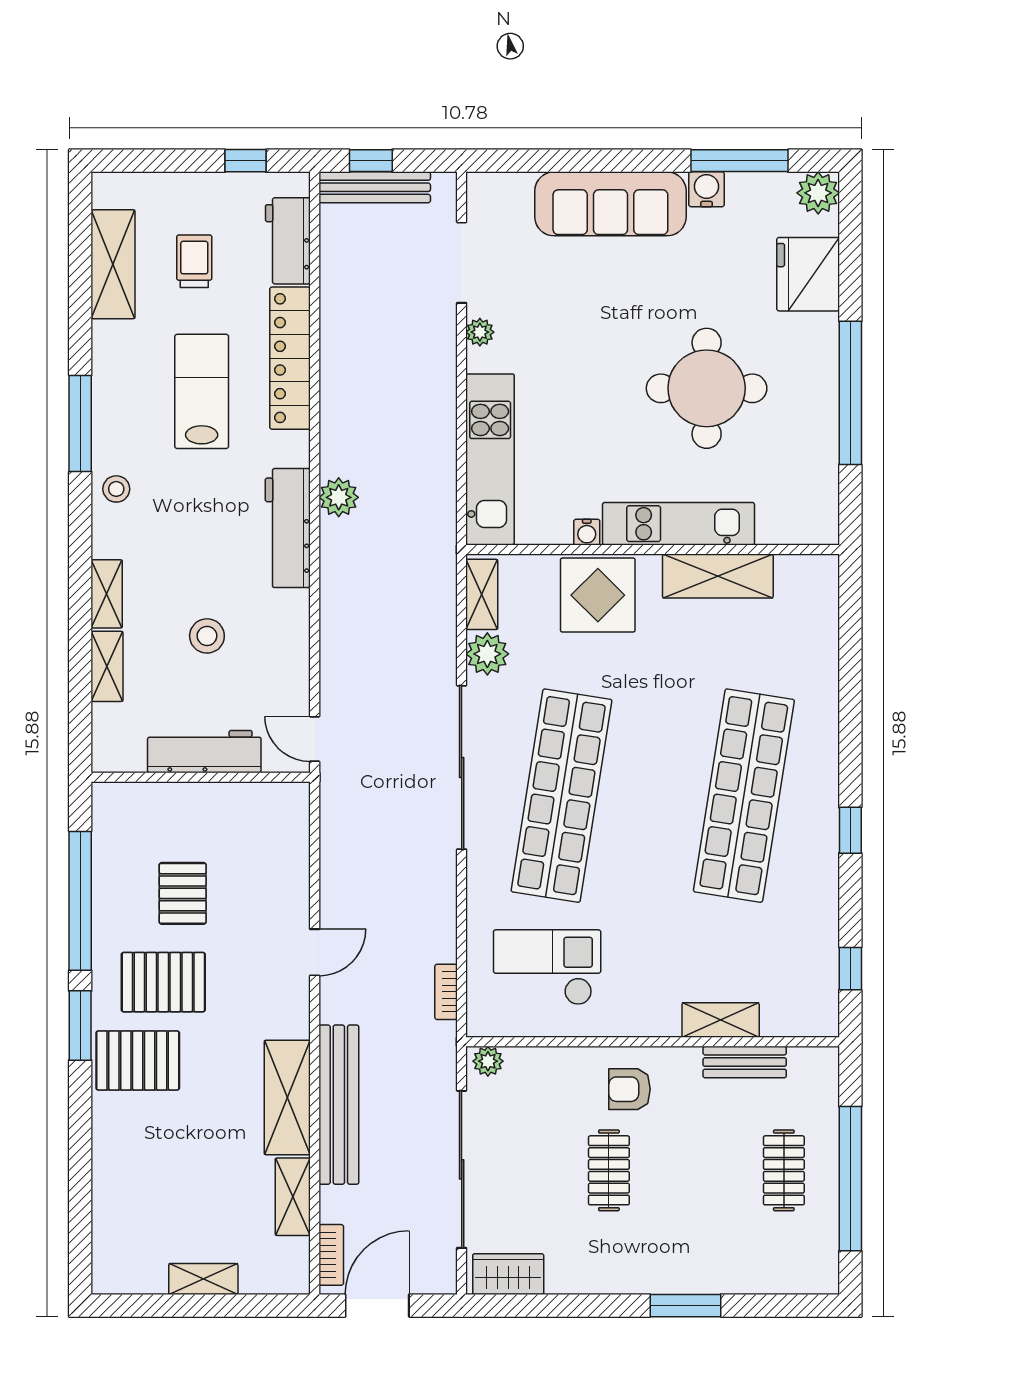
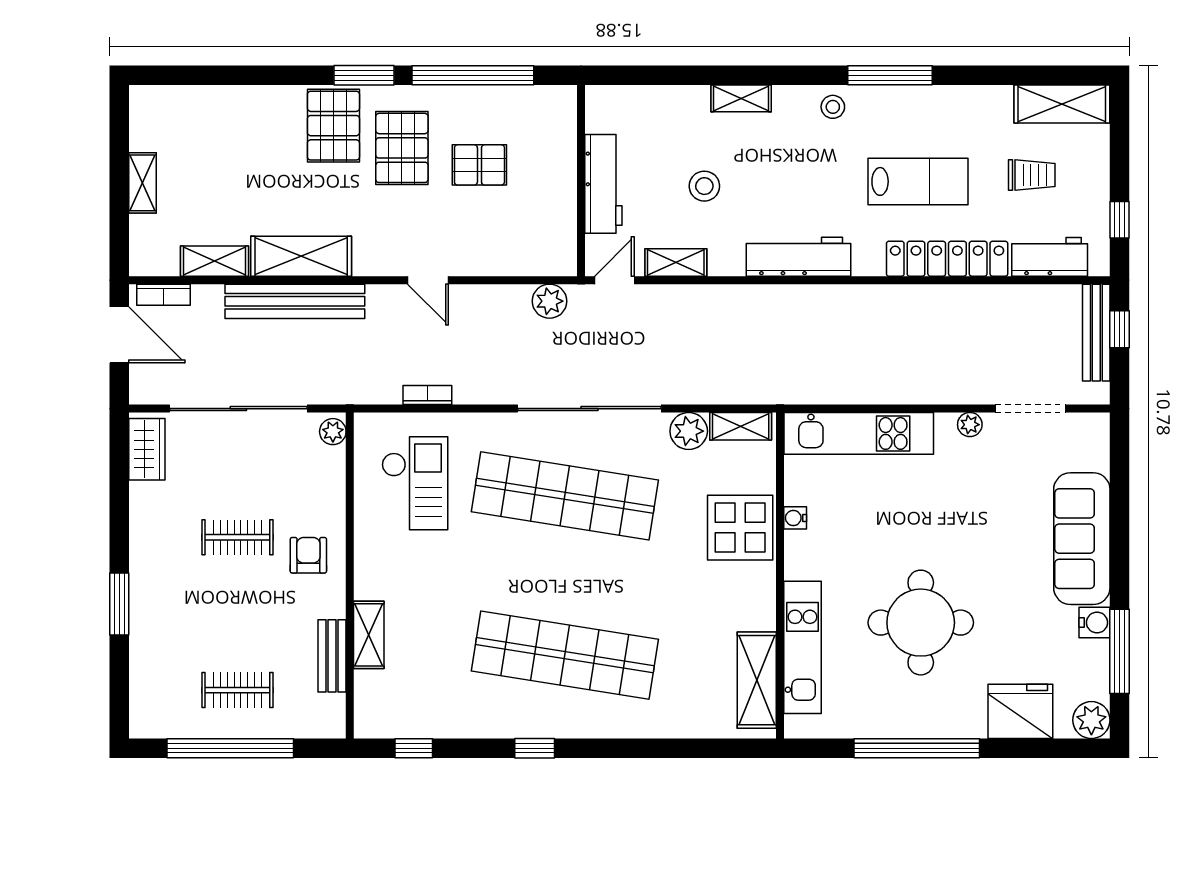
shelving: (113, 264) -> (1062, 104), moved
plant: (339, 497) -> (549, 301), moved
kitchen unit: (679, 524) -> (802, 647), moved
shelving: (718, 576) -> (757, 680), moved
shelving: (107, 666) -> (676, 262), moved
bookcase: (446, 992) -> (427, 395), moved

